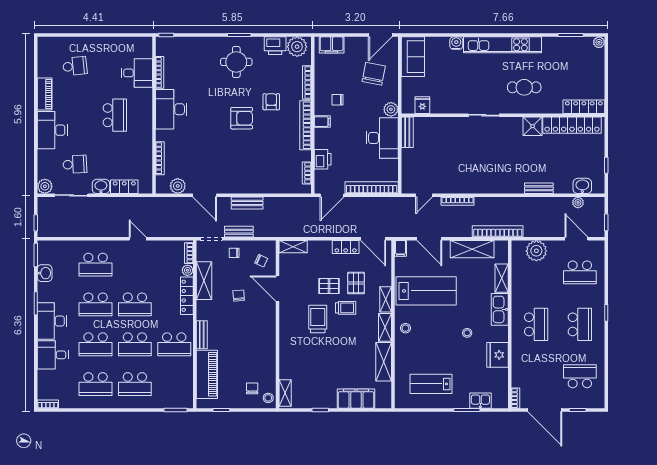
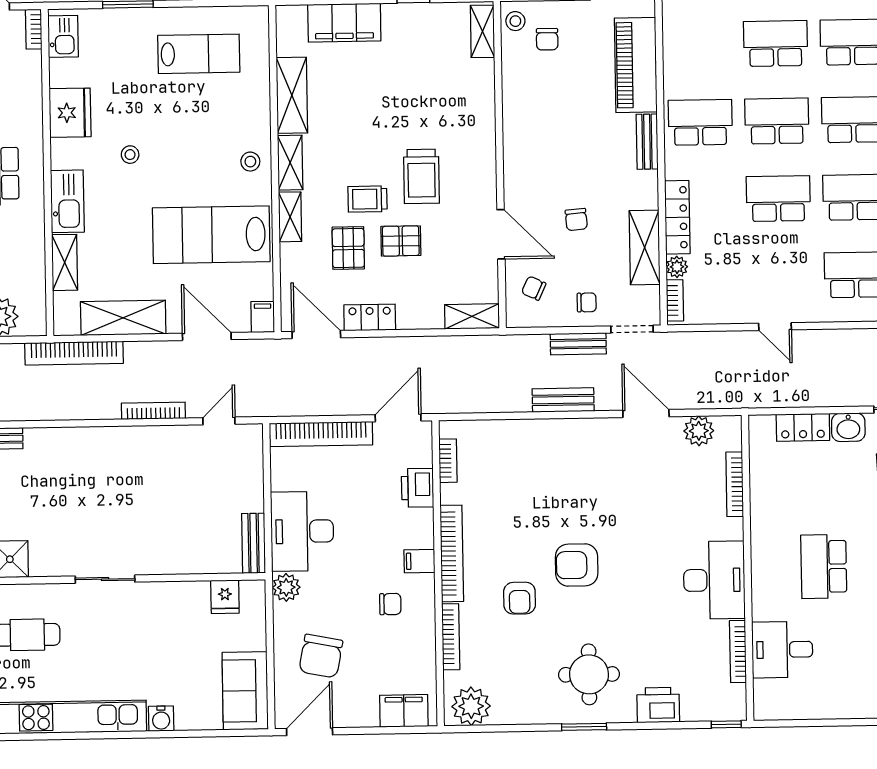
printer: (275, 46) -> (658, 705), moved
kitchen sink: (480, 401) -> (63, 36), moved, turned -90

